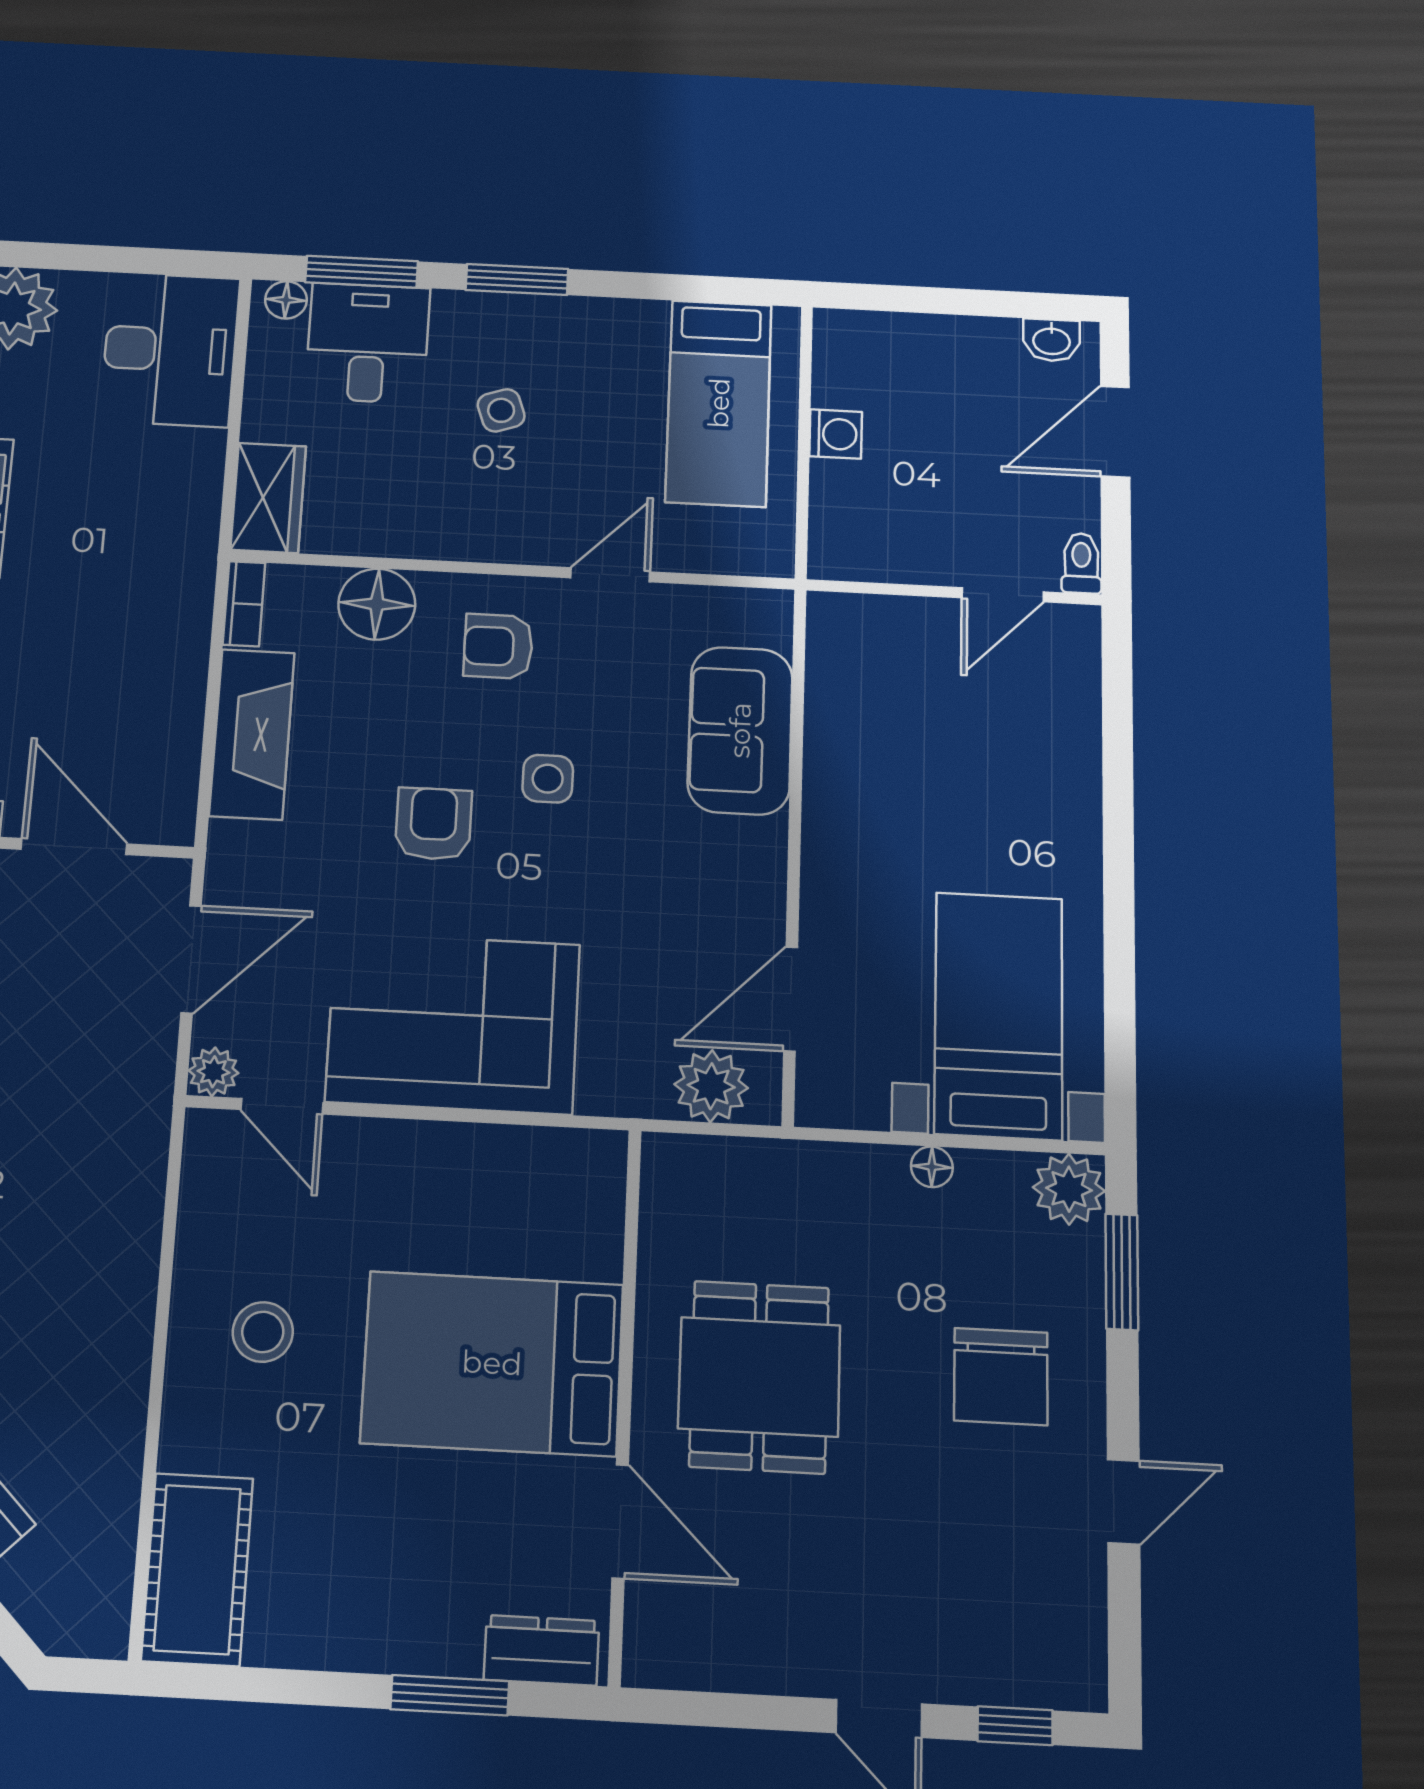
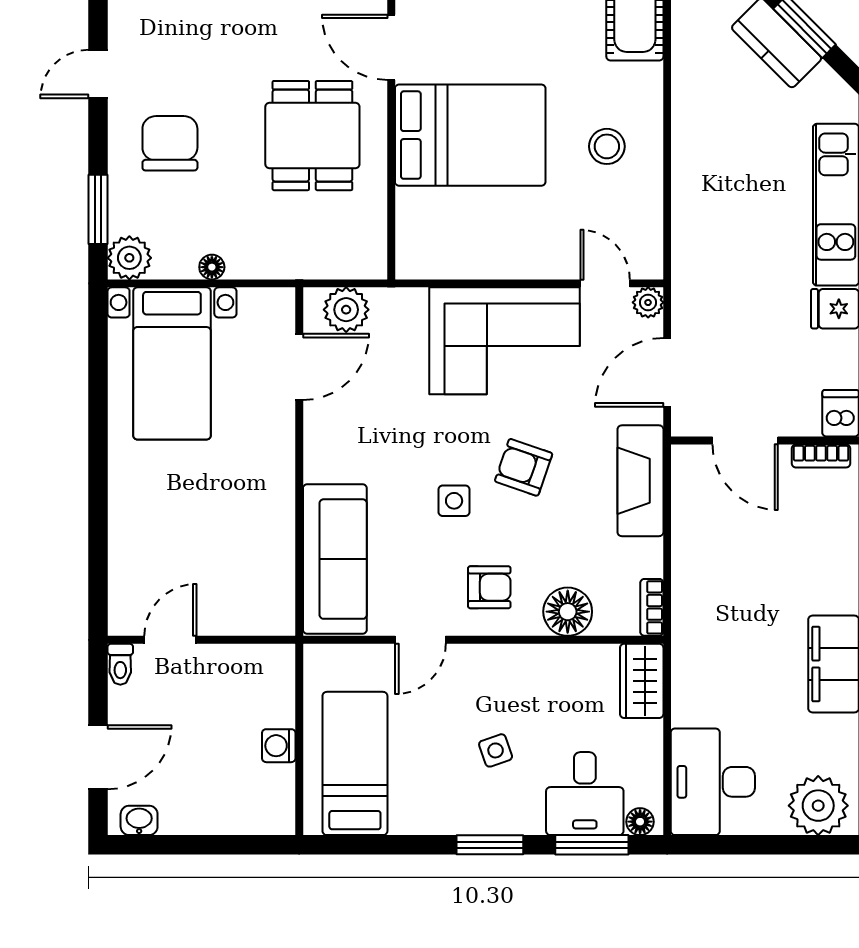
sofa: (740, 730) -> (335, 559), width x1.36
fireplace: (252, 734) -> (640, 481), moved
armchair: (433, 824) -> (524, 467), turned 109

